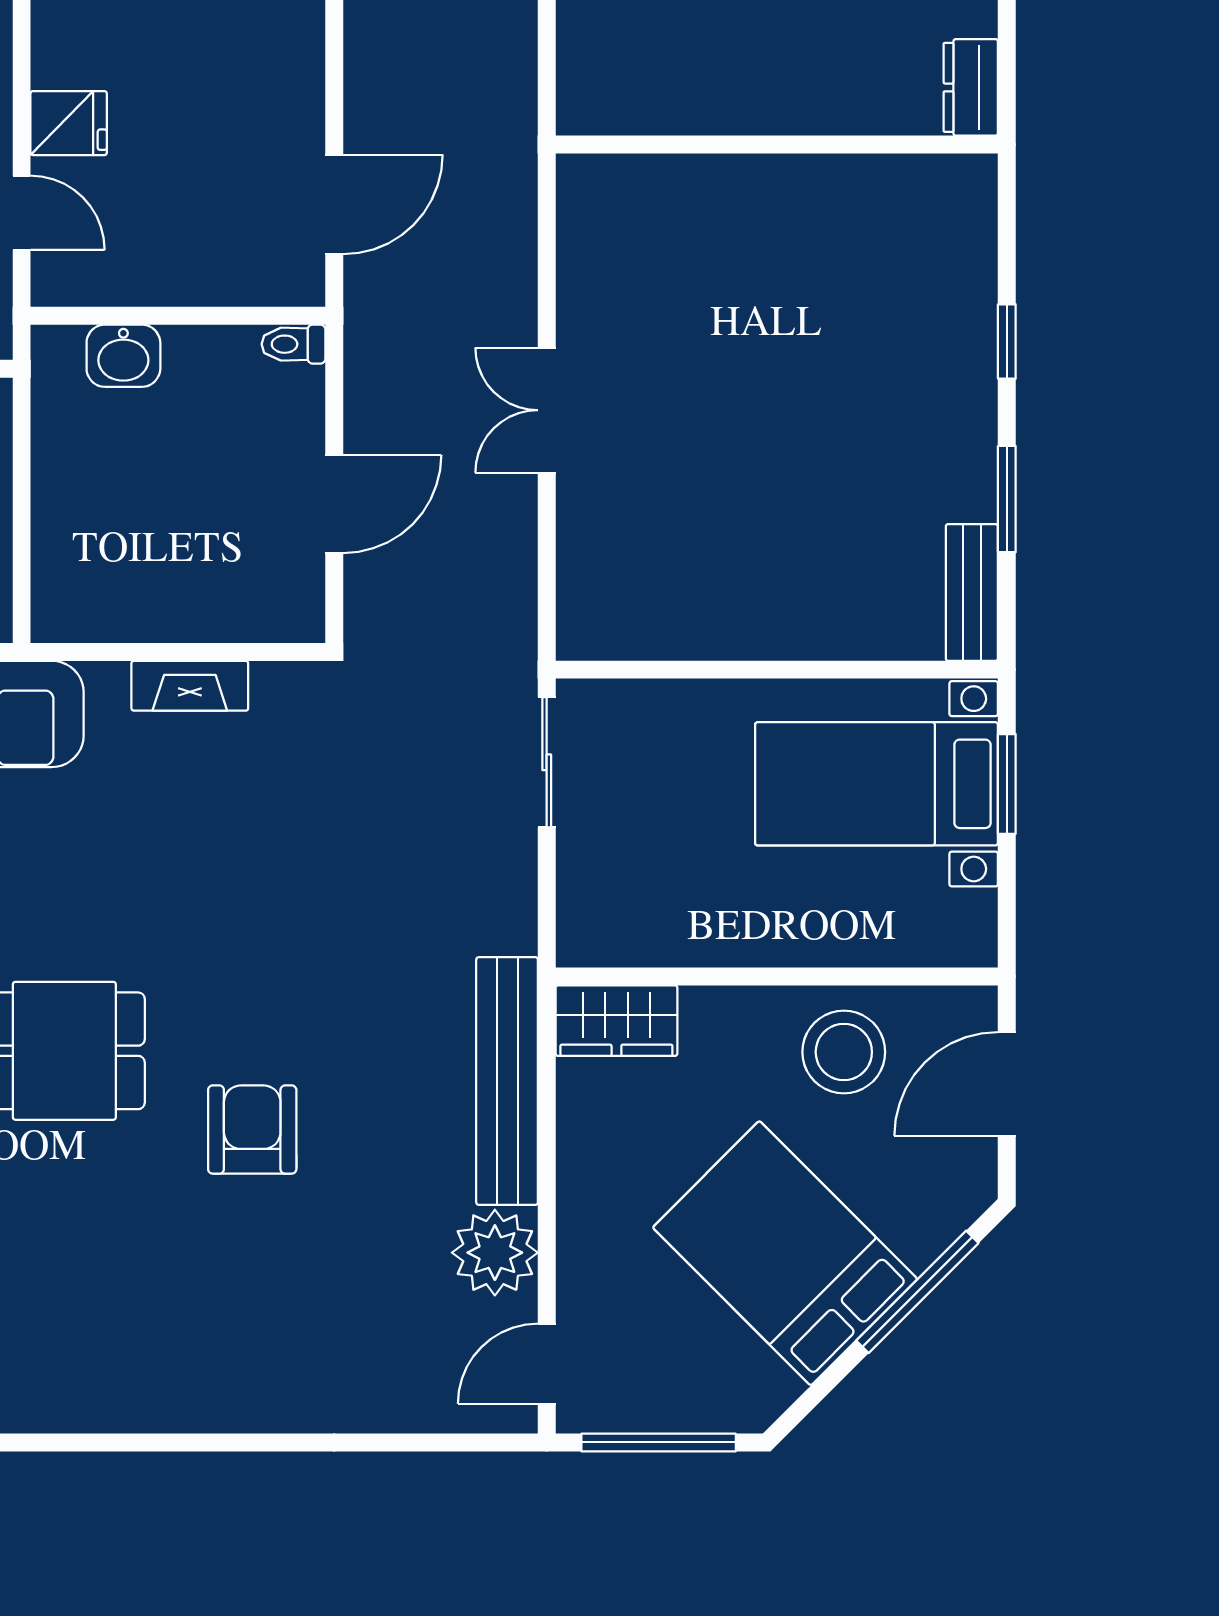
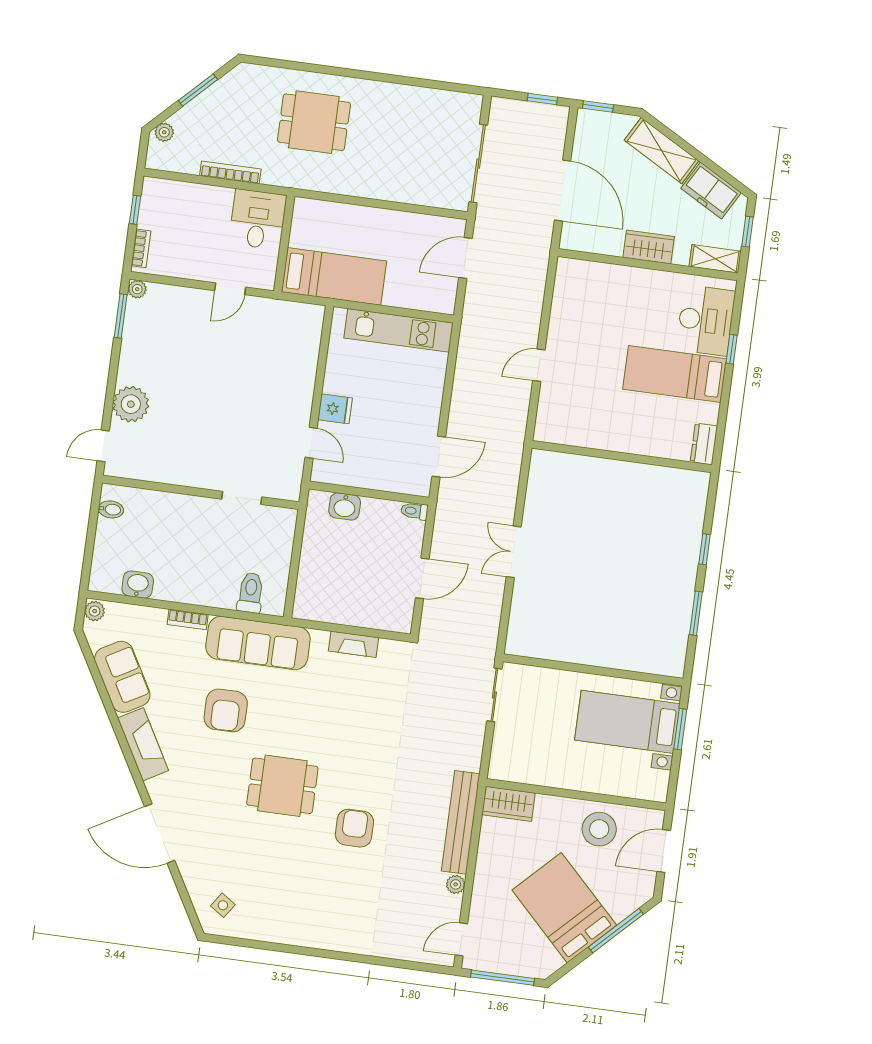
bench: (972, 592) -> (677, 649), removed
plant: (495, 1253) -> (456, 884), width x0.53, depth x0.53

